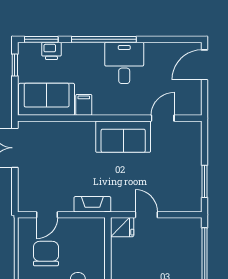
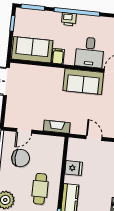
printer: (51, 51) -> (69, 19), moved
desk: (124, 63) -> (90, 52), moved, turned 180
fridge: (122, 227) -> (74, 168), moved
chair: (46, 254) -> (21, 158), turned 90

